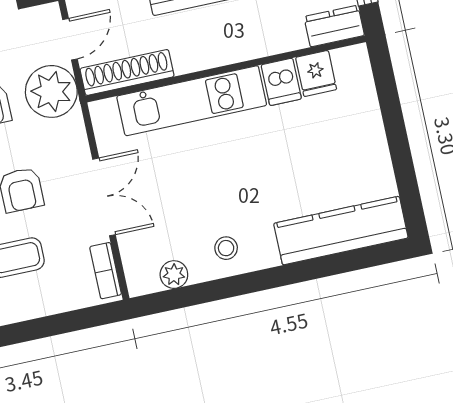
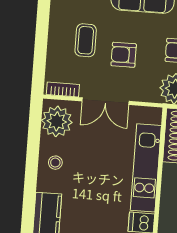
plant: (174, 275) -> (57, 121), width x1.88, depth x1.88

